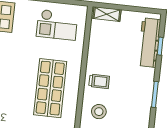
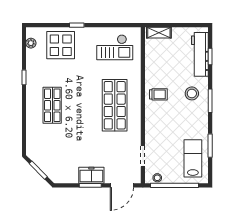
stool: (99, 112) -> (192, 93), moved

